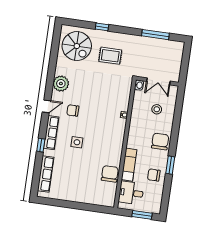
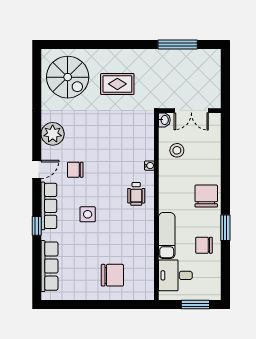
window: (102, 27) -> (100, 44), removed
stool: (157, 109) -> (177, 150), moved
wheelchair: (112, 133) -> (136, 194), added
chair: (110, 174) -> (112, 275), moved, turned 90

